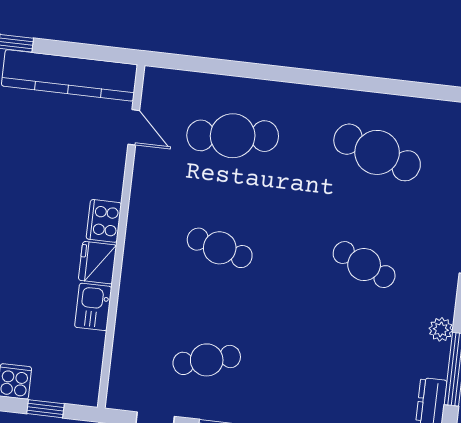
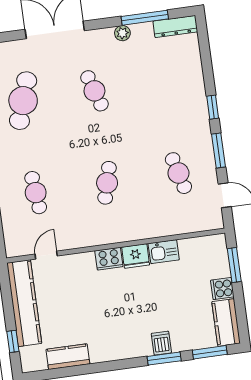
cafe table: (233, 136) -> (36, 193), width x0.73, depth x0.74
cafe table: (364, 265) -> (94, 91), turned -42
window: (45, 409) -> (234, 265), width x1.50

